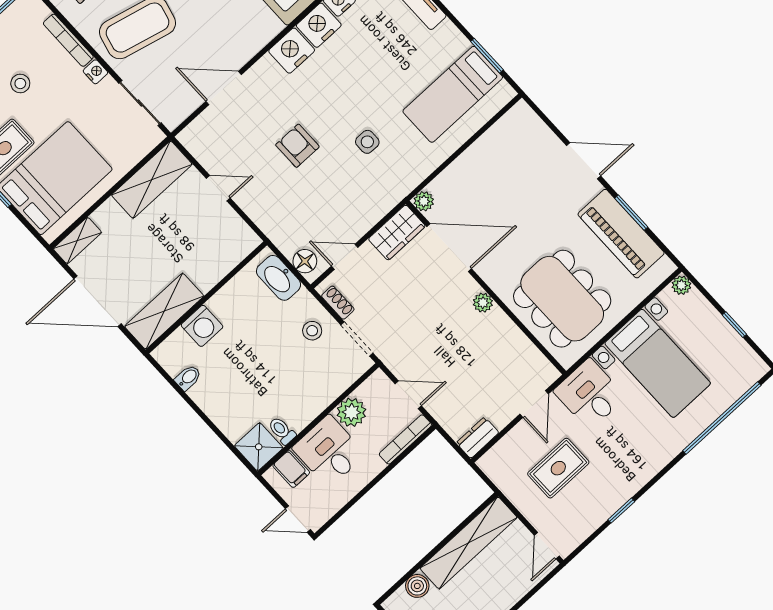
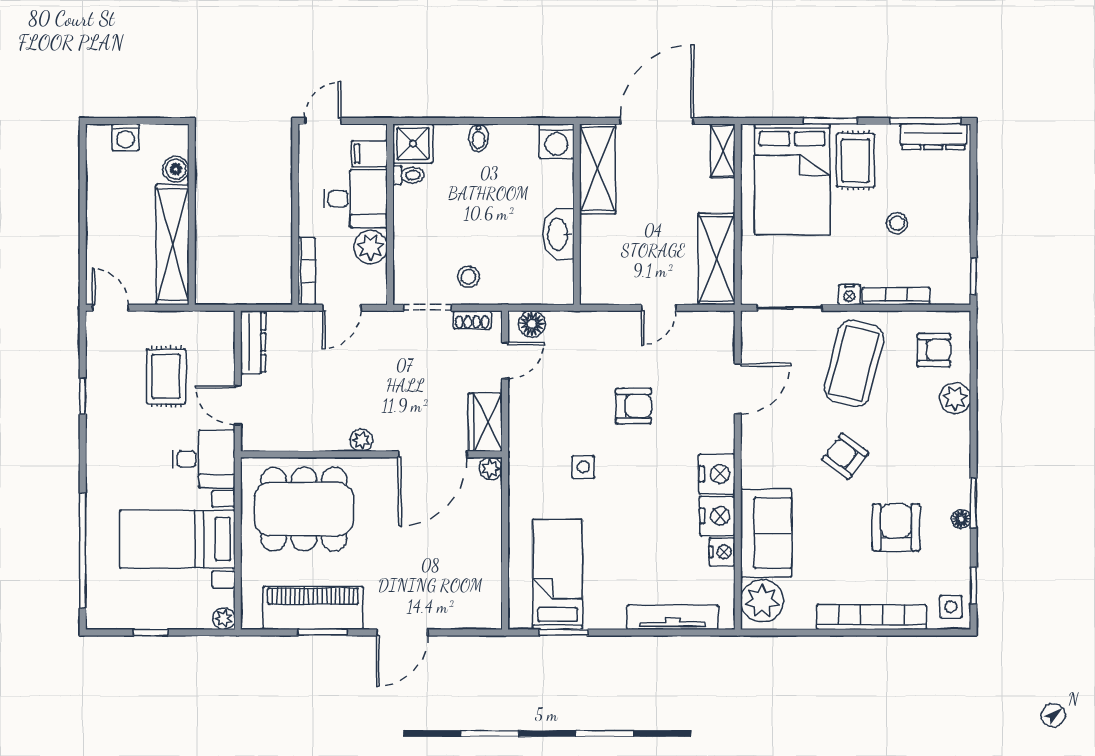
washbasin: (279, 278) -> (558, 234), moved, turned -90
washing machine: (202, 326) -> (557, 141), moved, turned -90
bidet: (188, 378) -> (479, 138), moved
dresser: (478, 438) -> (253, 342), width x1.44

